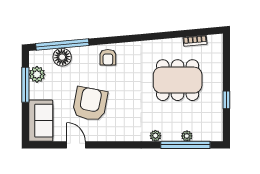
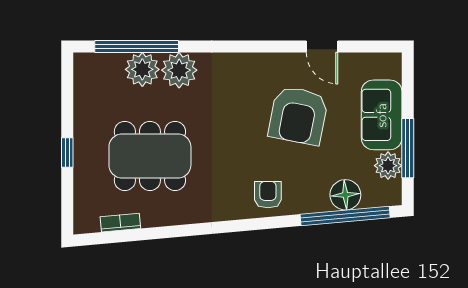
window: (226, 100) -> (67, 153), moved
sofa: (41, 121) -> (382, 115), moved
plant: (155, 136) -> (179, 70), width x1.88, depth x1.88
plant: (187, 136) -> (142, 69), width x1.88, depth x1.88

